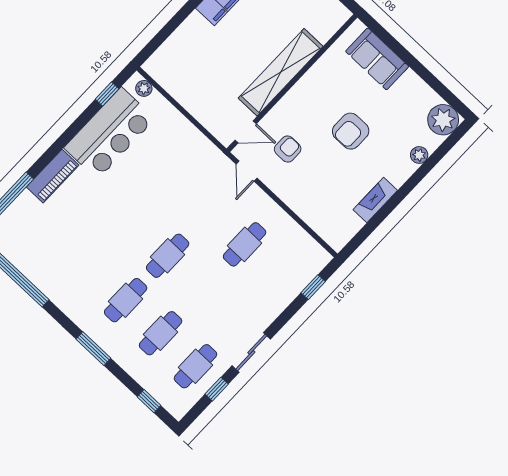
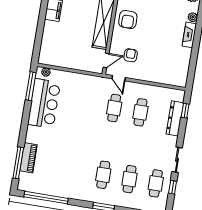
window: (107, 94) -> (31, 86), width x2.17
armchair: (351, 131) -> (128, 19), moved
piano: (53, 176) -> (28, 158), moved
fireplace: (375, 200) -> (189, 35), moved
cafe table: (168, 256) -> (114, 108), moved
dresser: (290, 288) -> (175, 118), added

